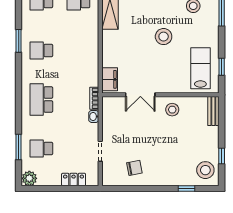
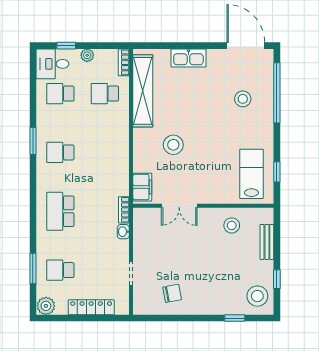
stool: (164, 37) -> (173, 145), moved
stool: (172, 110) -> (232, 225), moved
bench: (213, 111) -> (267, 242), moved
locker: (74, 179) -> (91, 307), width x1.53

